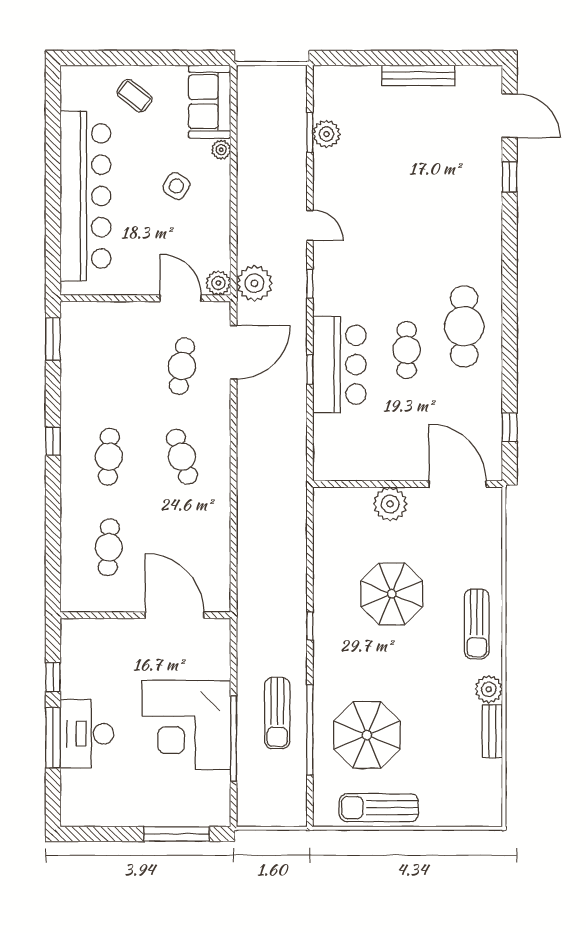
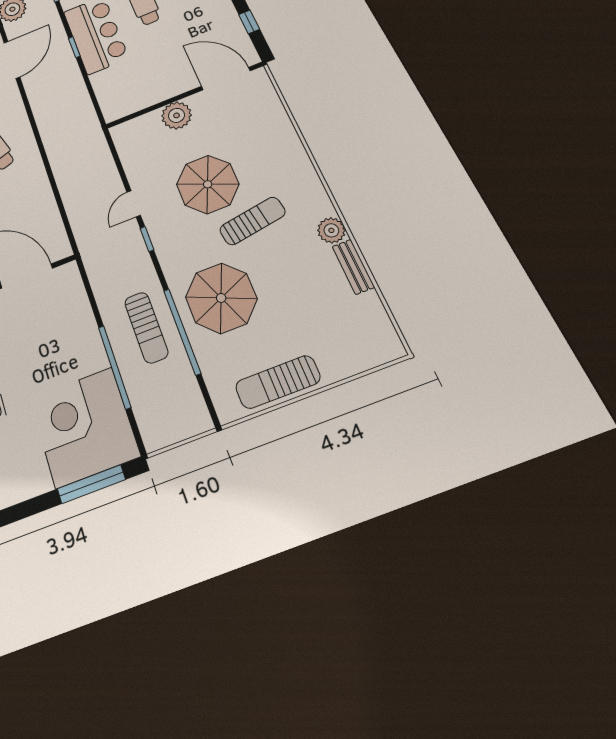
door: (310, 583) -> (134, 204), added
sun lounger: (477, 624) -> (252, 221), moved, turned -99
corner desk: (186, 725) -> (84, 427), moved, turned 90
parasol: (367, 735) -> (221, 298), moved

